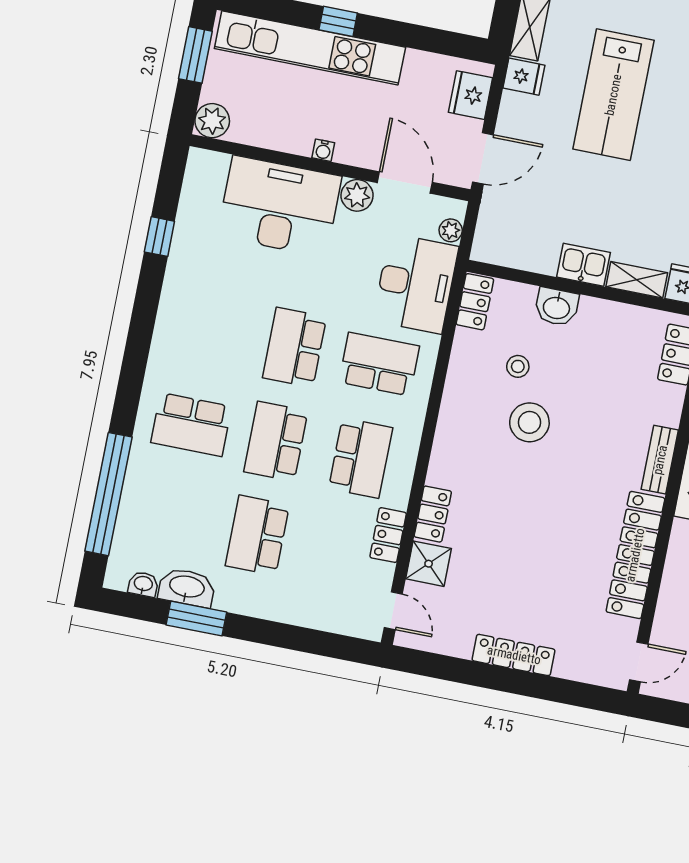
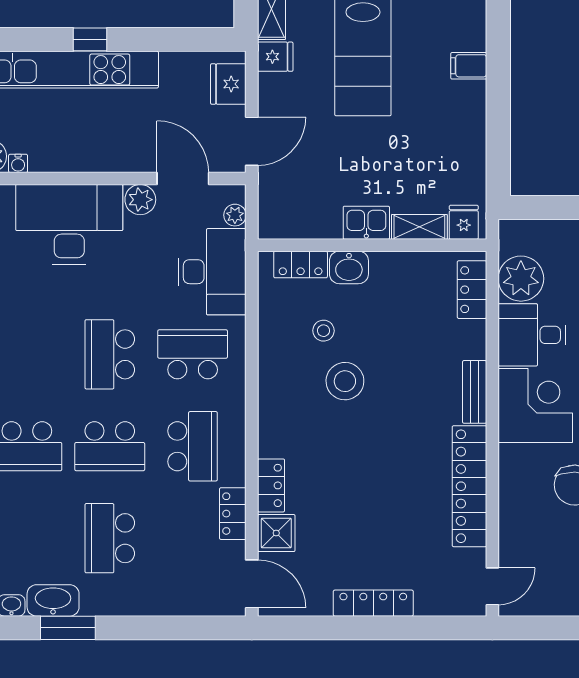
water cooler: (323, 150) -> (18, 163), moved
locker: (475, 302) -> (301, 264), moved, turned 90
school desk: (276, 441) -> (110, 446), turned -90
door: (393, 611) -> (252, 584), width x1.38

